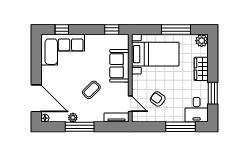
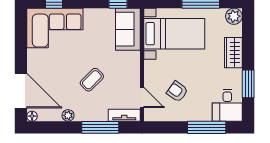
sofa: (119, 66) -> (128, 29), moved
window: (80, 127) -> (100, 127), moved

